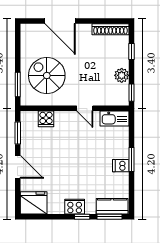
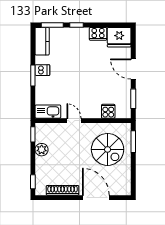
shoe rack: (110, 29) -> (63, 190), moved
window: (132, 51) -> (33, 182), moved
kitchen counter: (112, 206) -> (42, 41), moved, turned -90
cooker: (75, 207) -> (98, 34), moved

